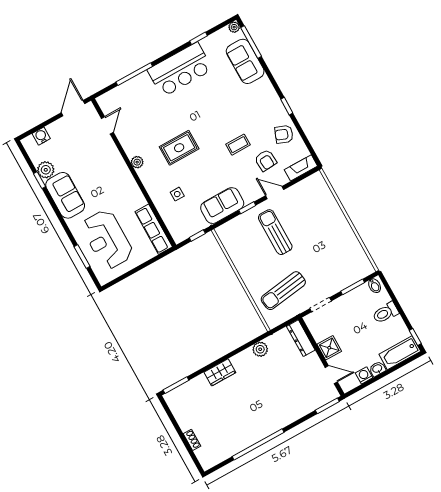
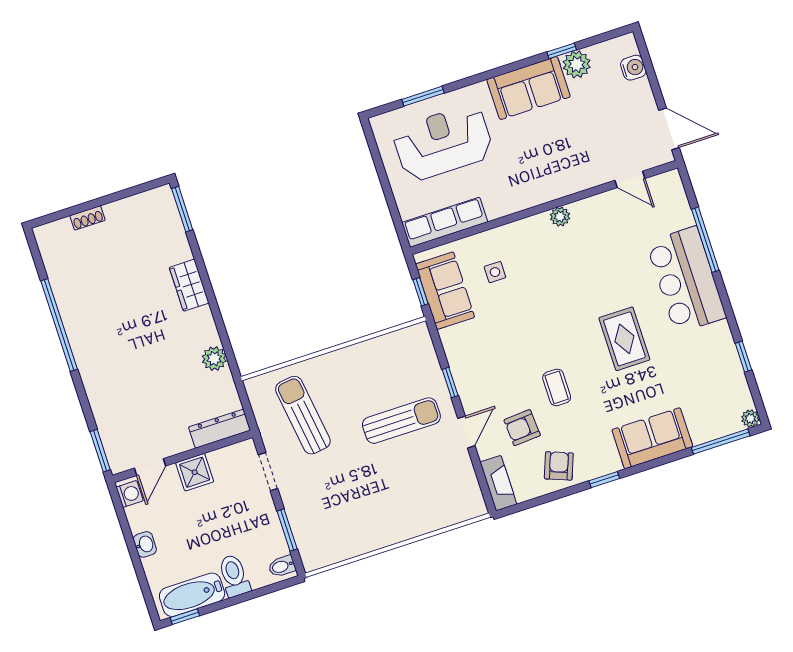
sofa: (245, 61) -> (652, 438), moved
bar counter: (180, 70) -> (686, 280), moved
rug: (179, 148) -> (624, 339), moved
sofa: (222, 206) -> (445, 291), moved
bathtub: (400, 353) -> (192, 595), moved, turned -90
washing machine: (364, 375) -> (130, 494), moved

